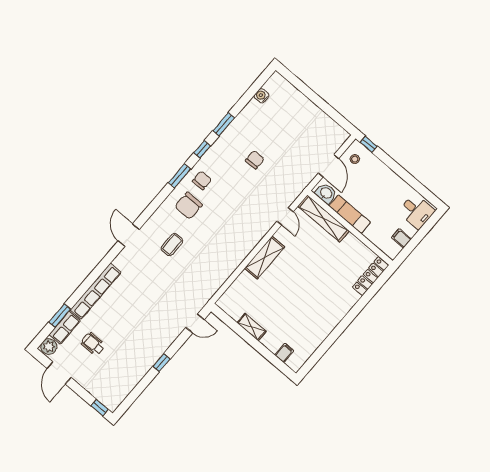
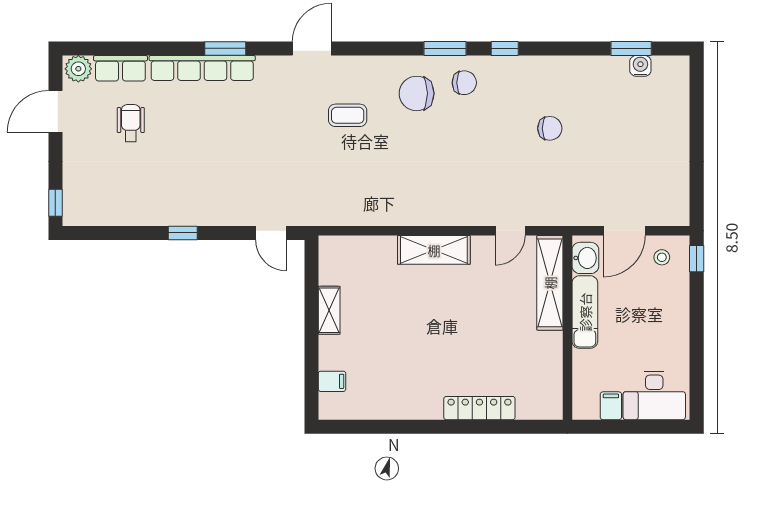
window: (224, 124) -> (631, 48), moved
desk: (416, 211) -> (654, 395), width x1.37
locker: (370, 276) -> (479, 408), moved
window: (60, 316) -> (225, 48), moved

